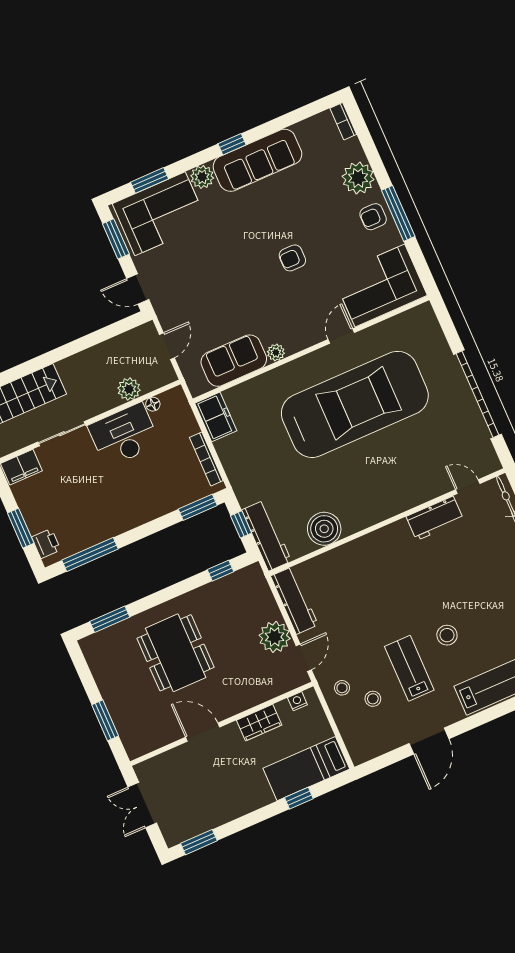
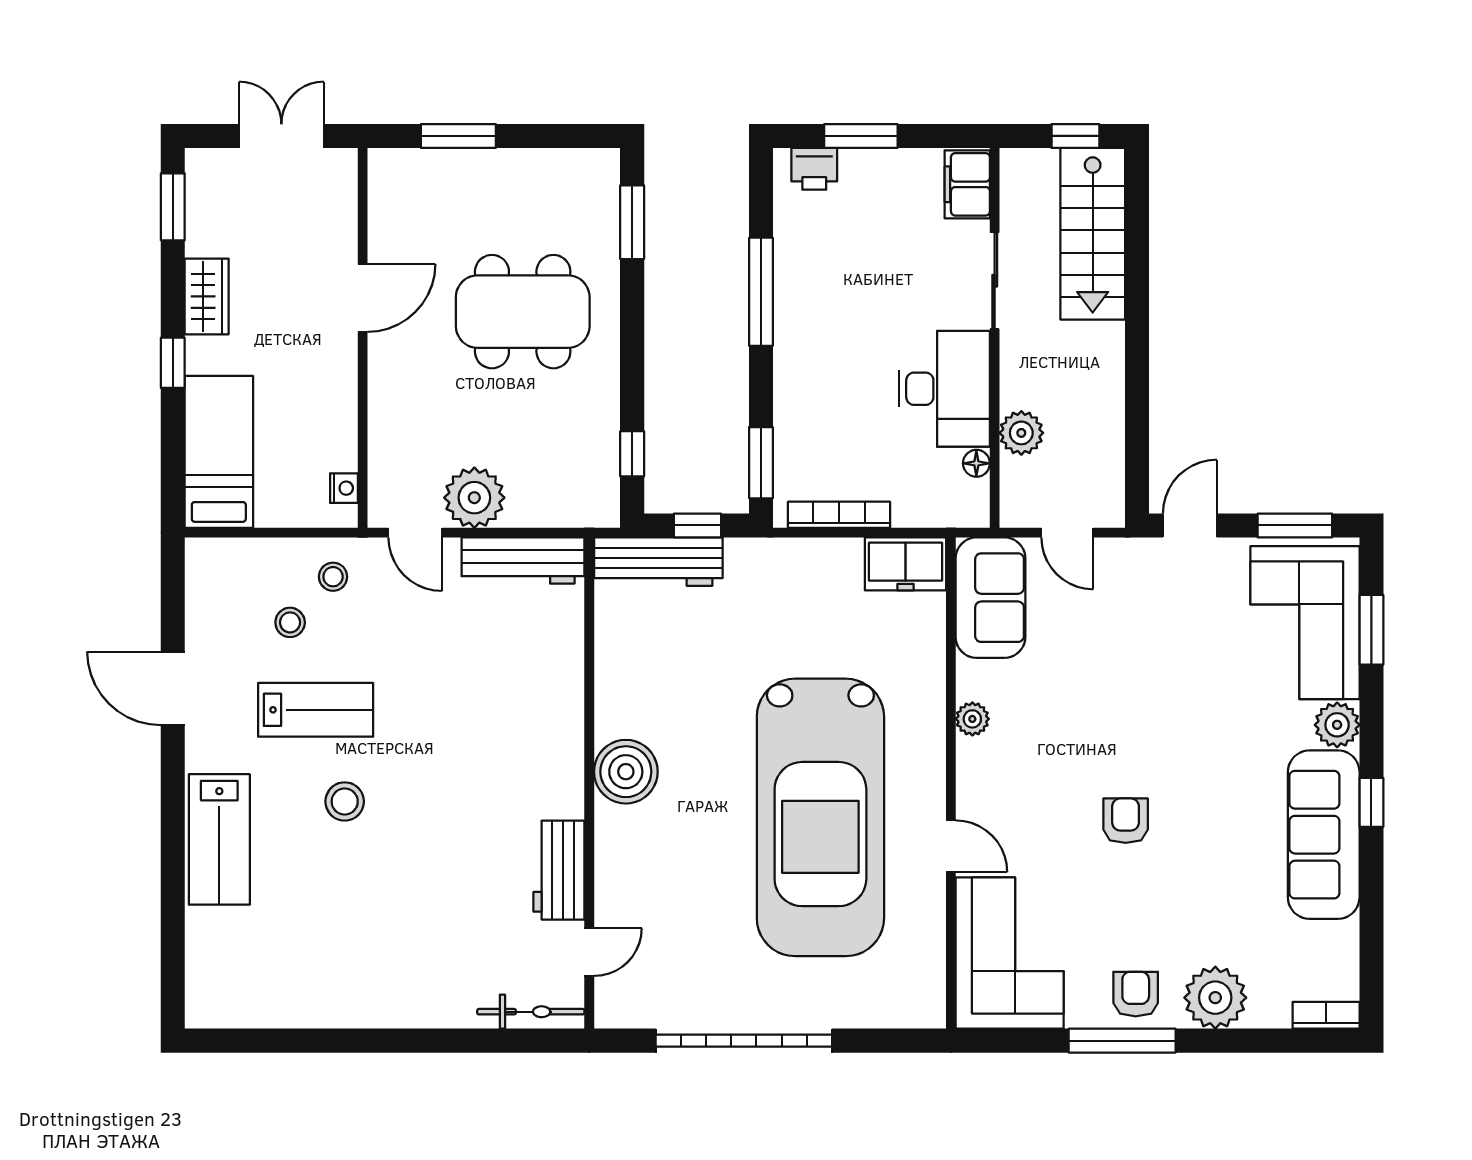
sofa: (234, 361) -> (991, 598), moved
boiler: (324, 529) -> (626, 772), moved
window: (90, 555) -> (761, 292), moved
wardrobe: (259, 723) -> (207, 296), moved, turned 180
window: (299, 798) -> (173, 363), moved

